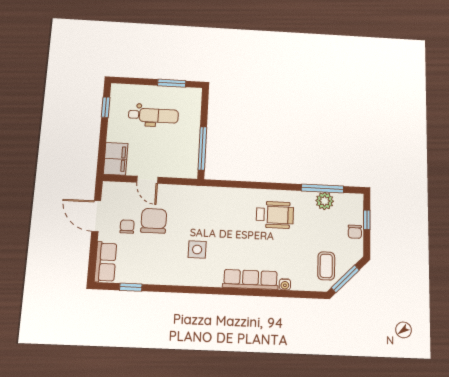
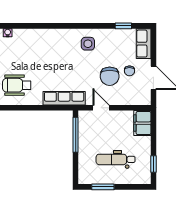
door: (147, 180) -> (101, 108), moved
side table: (197, 250) -> (88, 44), moved
row of seats: (250, 279) -> (64, 98), moved, turned 180

